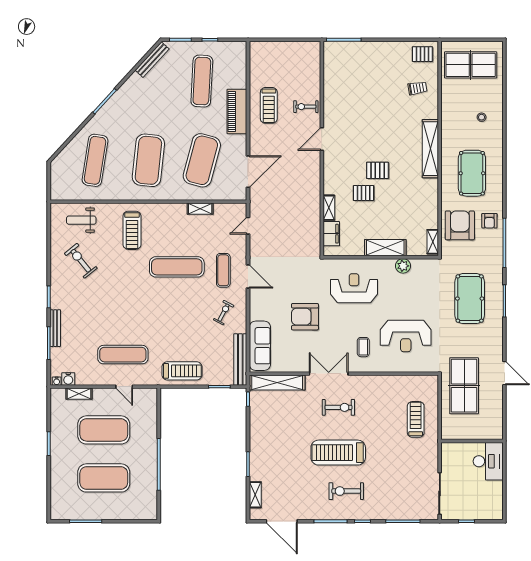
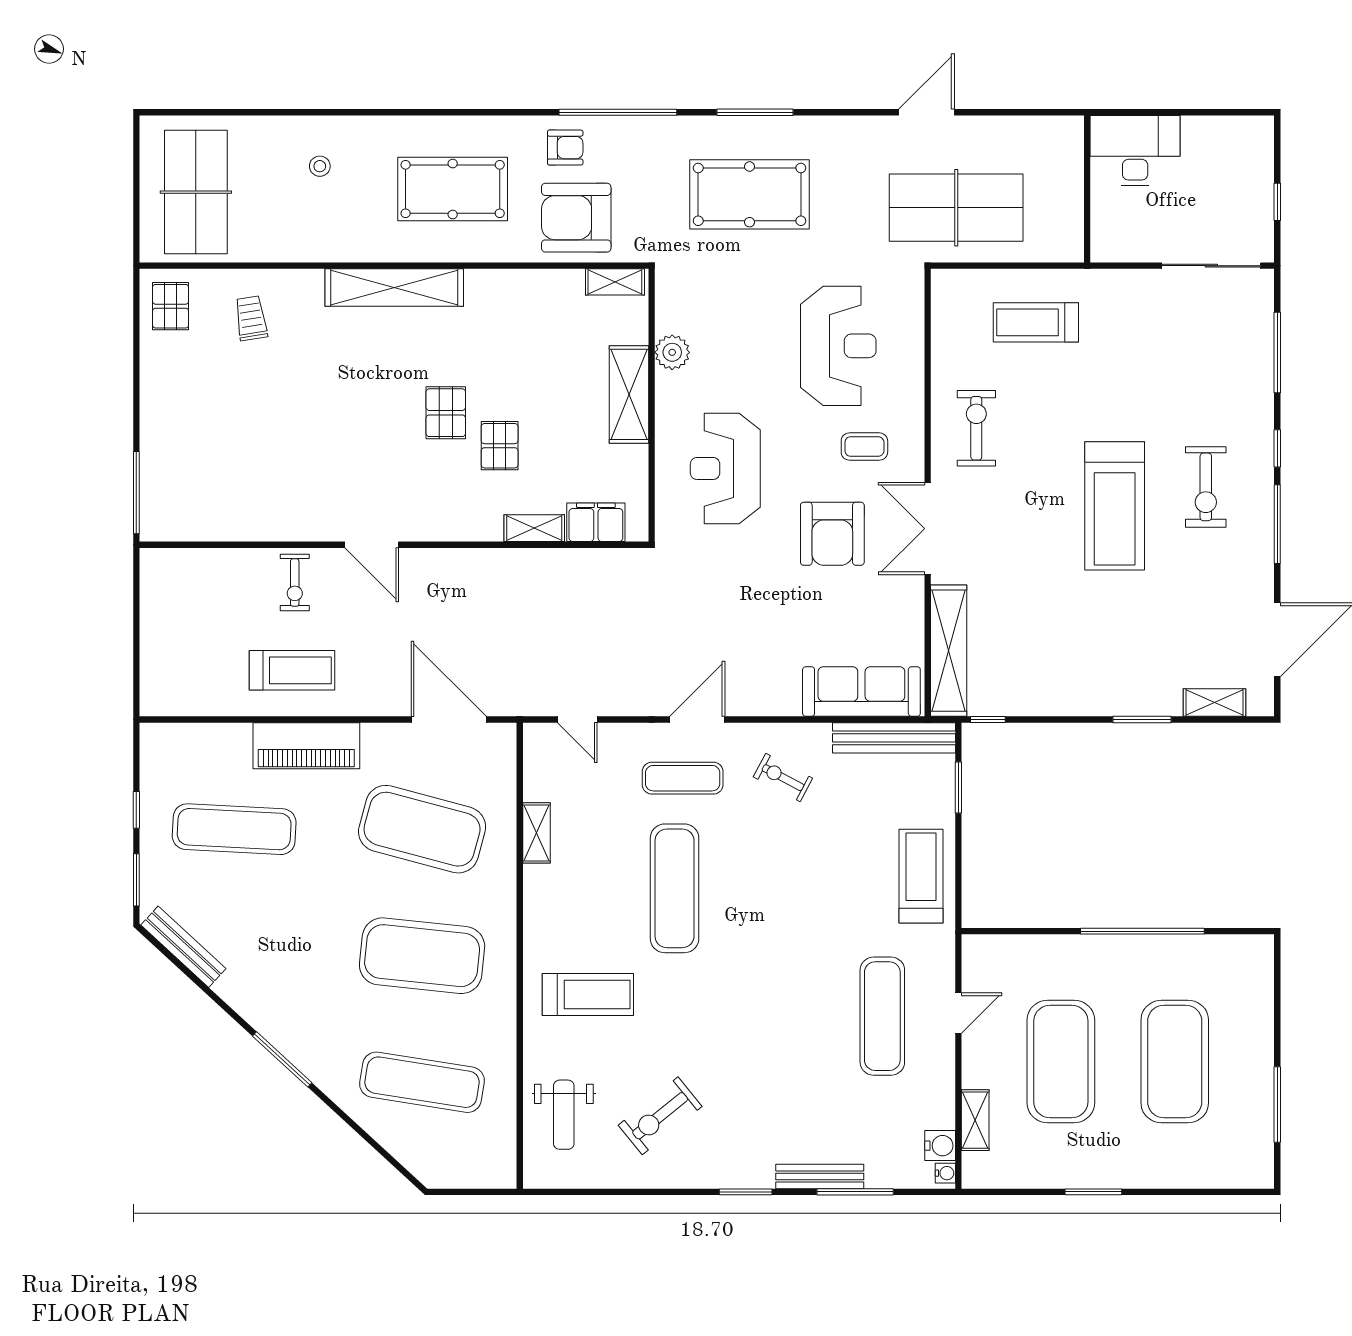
armchair: (305, 317) -> (832, 534), moved
exercise bike: (338, 407) -> (976, 428), moved

